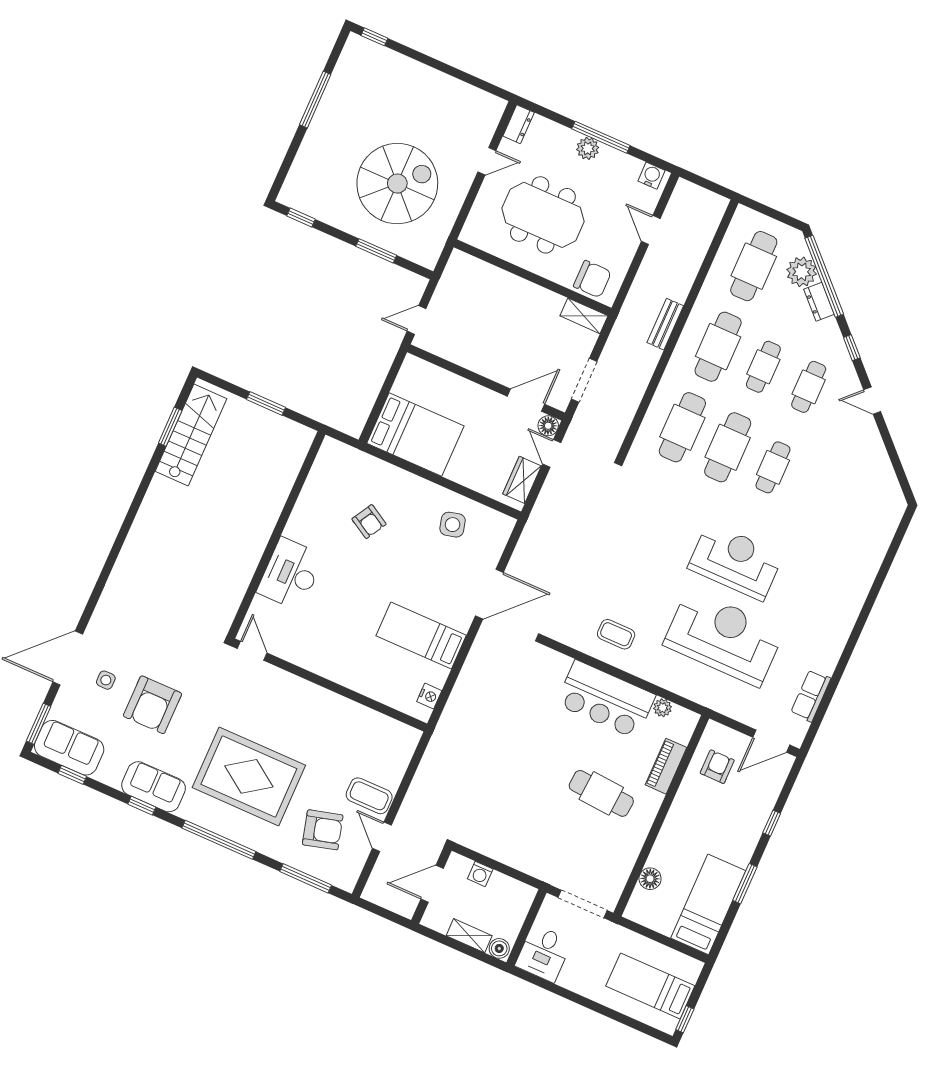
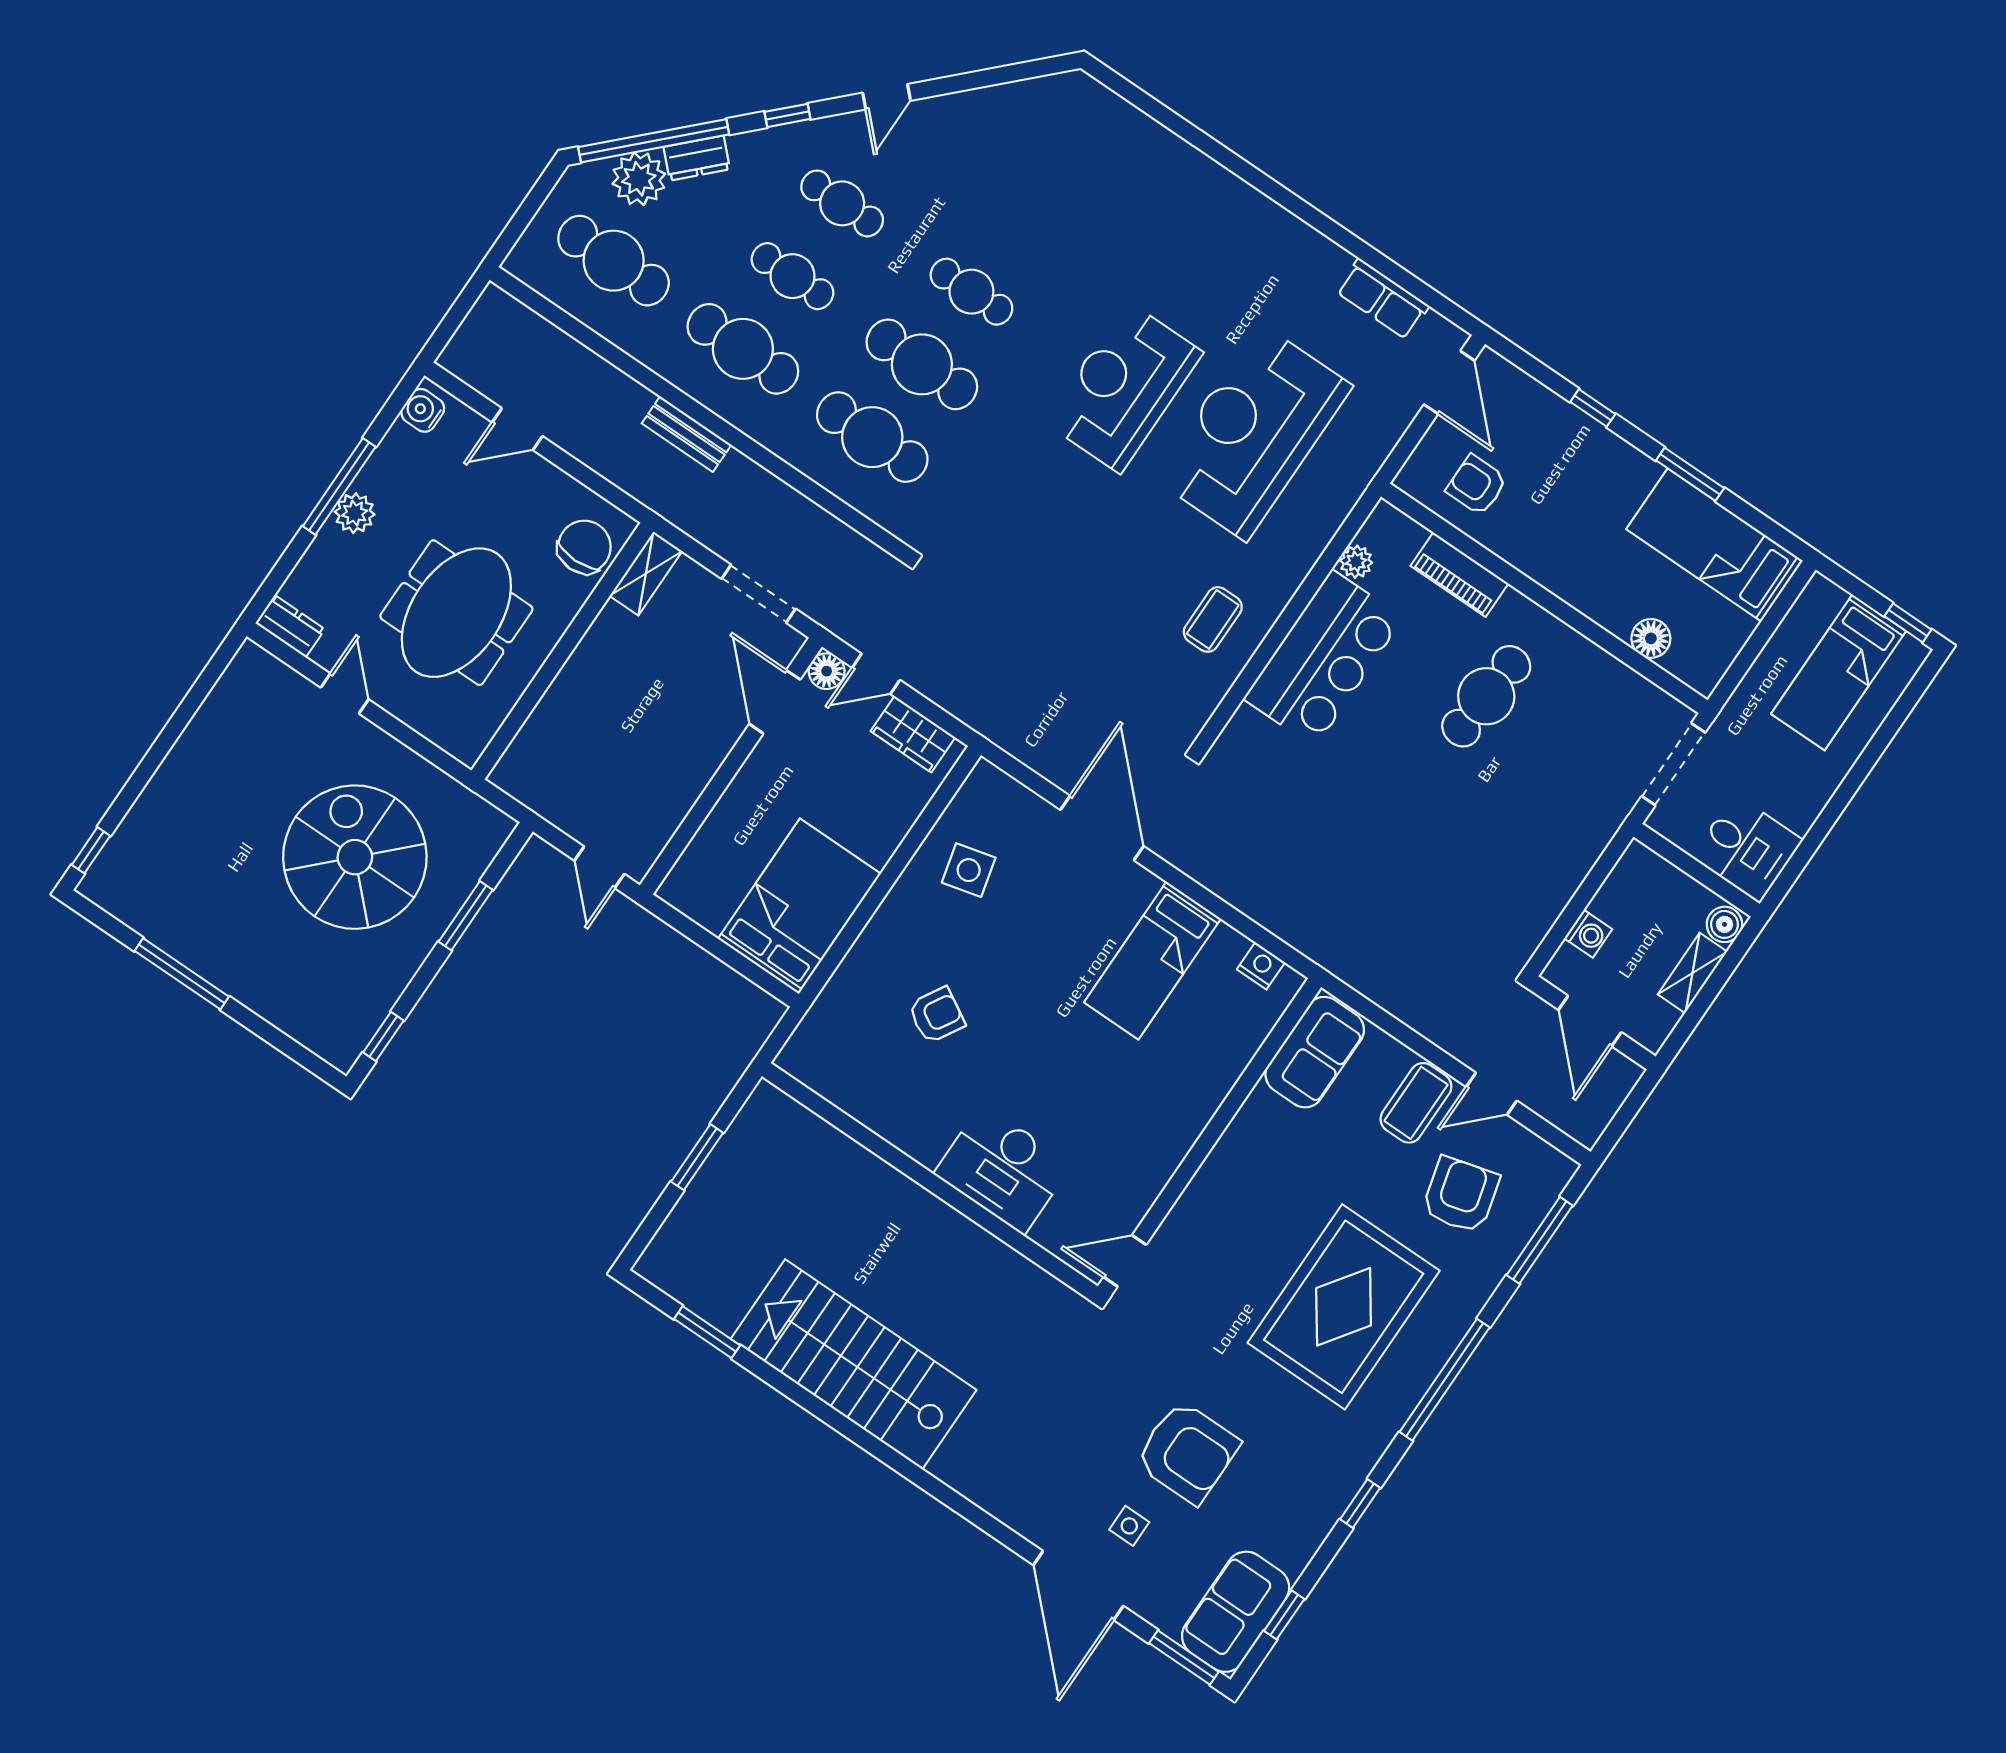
stairs: (191, 435) -> (854, 1364), moved, width x1.36, depth x1.51
sofa: (154, 787) -> (1315, 1052), moved, turned 180

